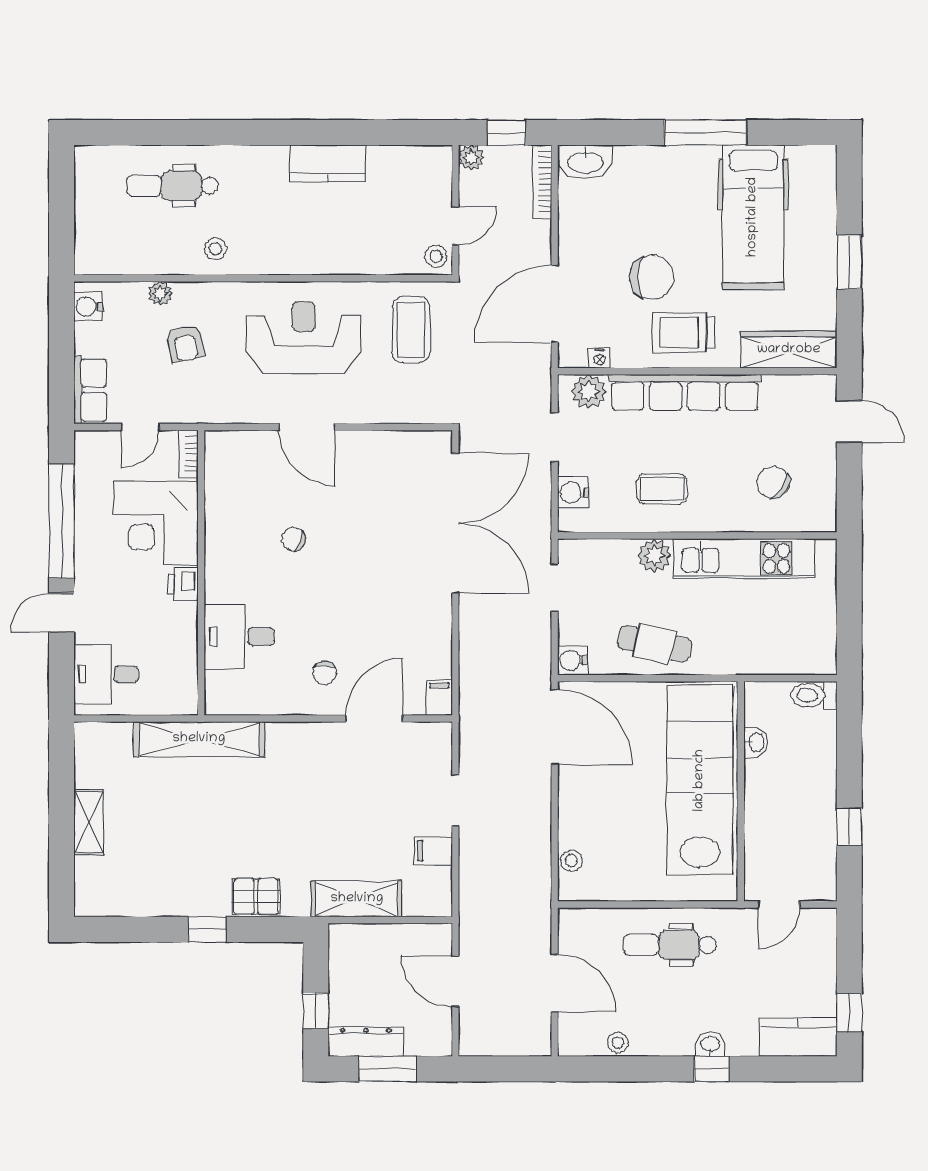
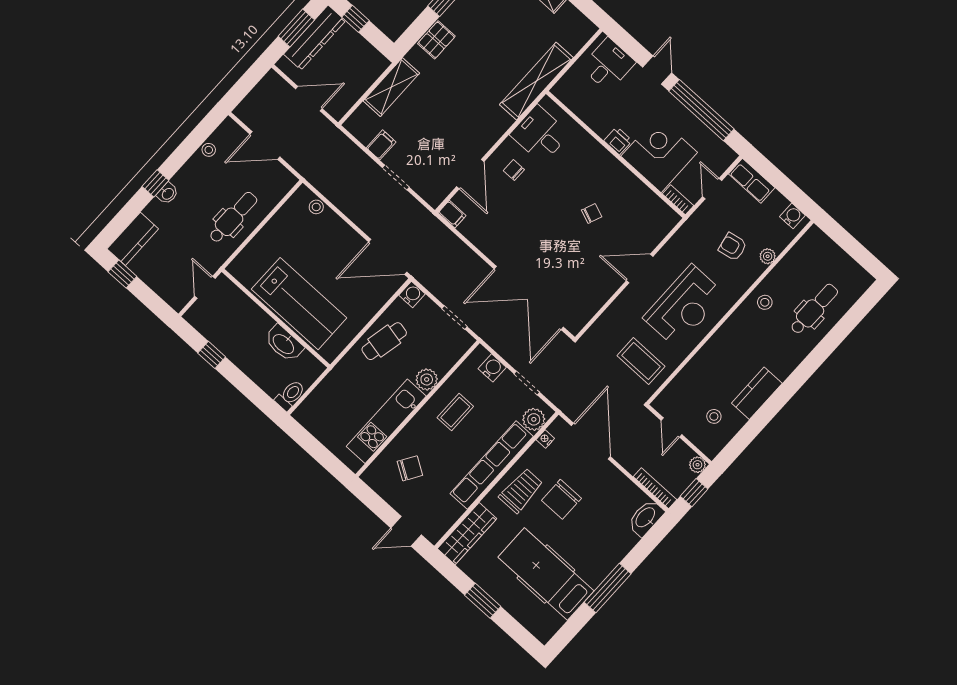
stool: (436, 256) -> (714, 416), moved
desk: (239, 636) -> (540, 134), moved, turned -90
washbasin: (756, 742) -> (284, 344), width x1.91, depth x1.45
lab bench: (700, 780) -> (299, 304), width x0.73
dresser: (366, 1042) -> (315, 38), width x1.37, depth x1.24

